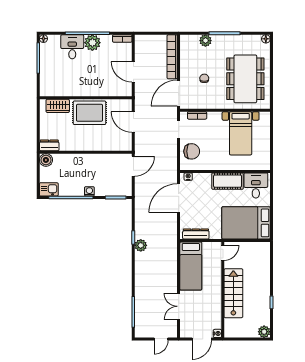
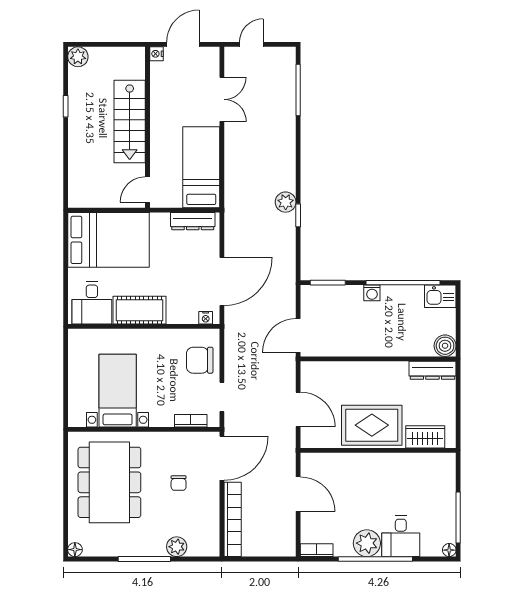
dresser: (49, 145) -> (432, 370), width x1.44

